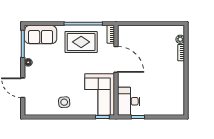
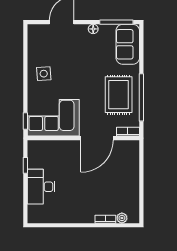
desk: (129, 101) -> (41, 187), moved, turned -90

